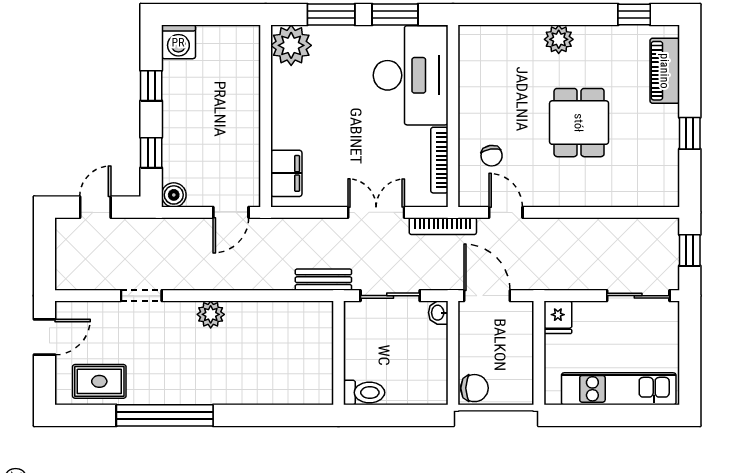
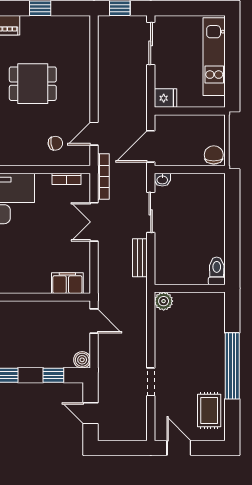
bookcase: (439, 160) -> (66, 179), width x0.64
plant: (211, 314) -> (164, 301), moved
wall: (339, 353) -> (190, 288), moved
toilet: (364, 393) -> (217, 271), moved

